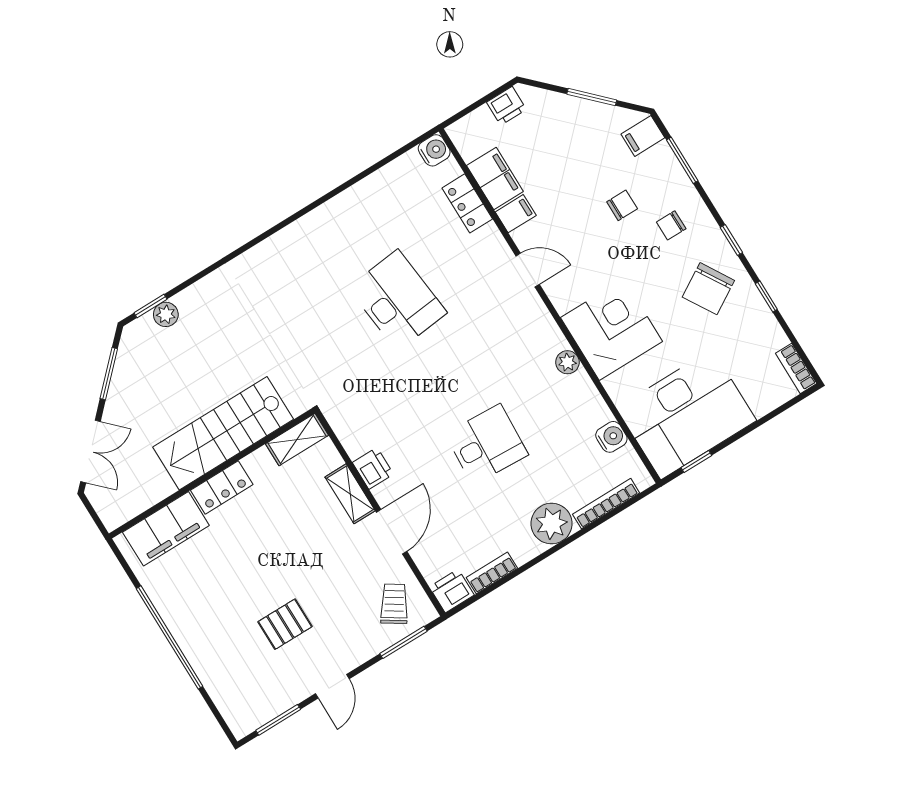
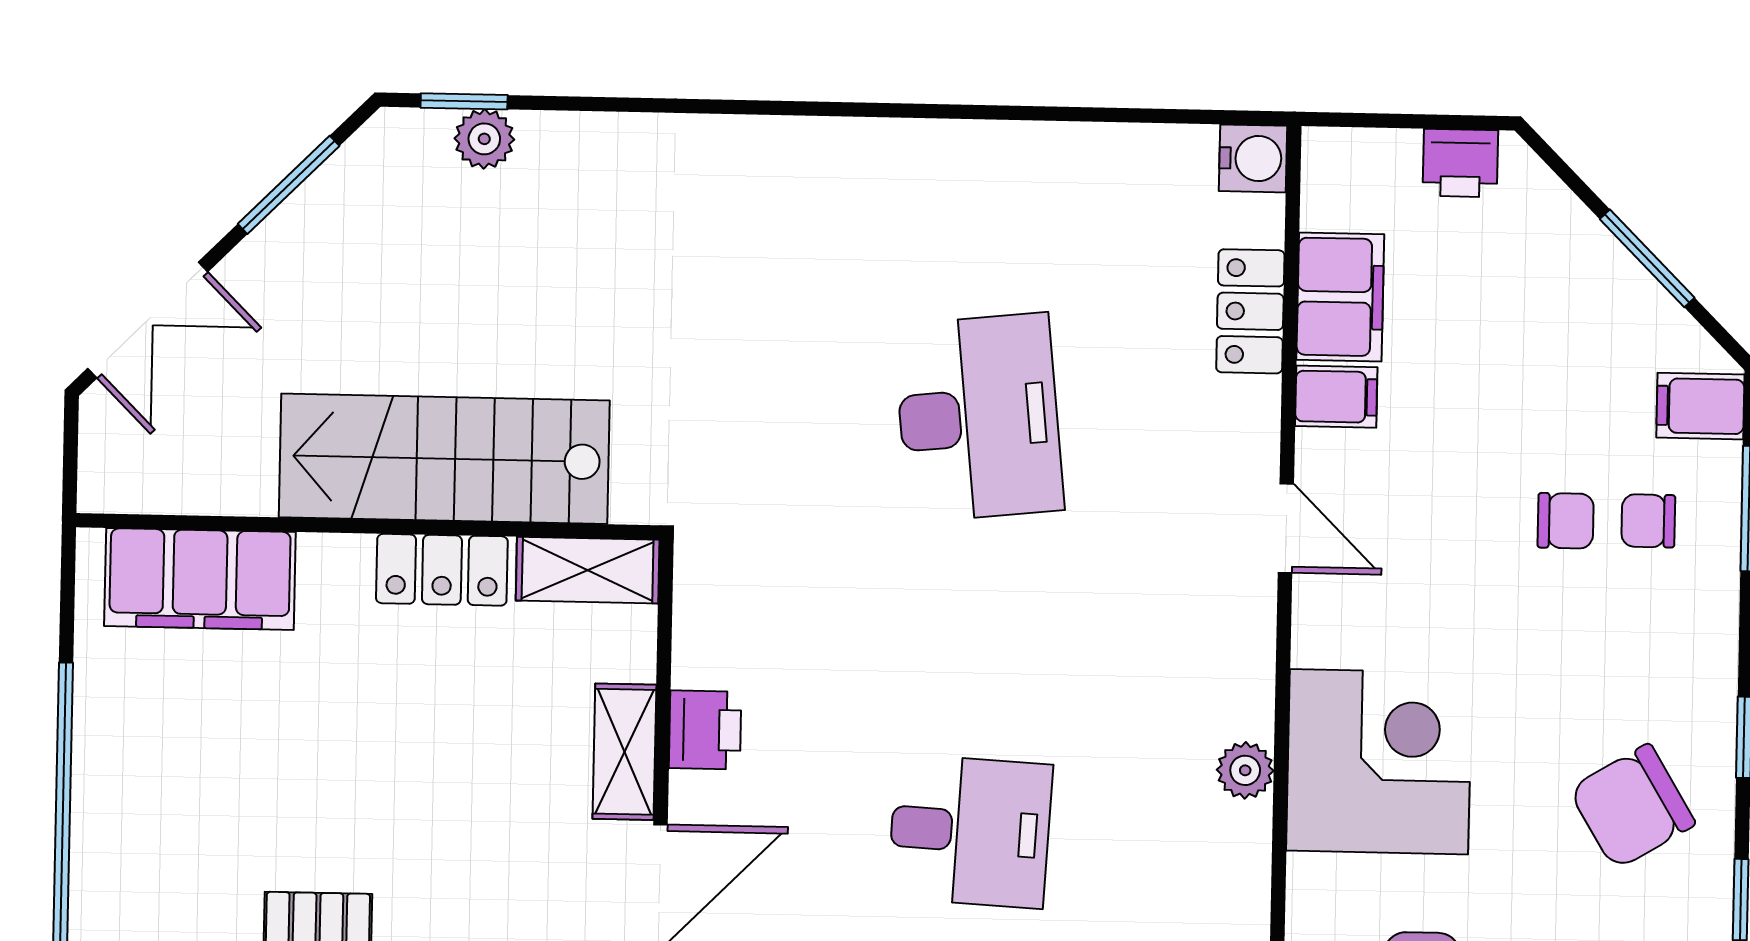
chair: (671, 225) -> (1648, 521), moved
locker: (222, 487) -> (442, 570), moved

